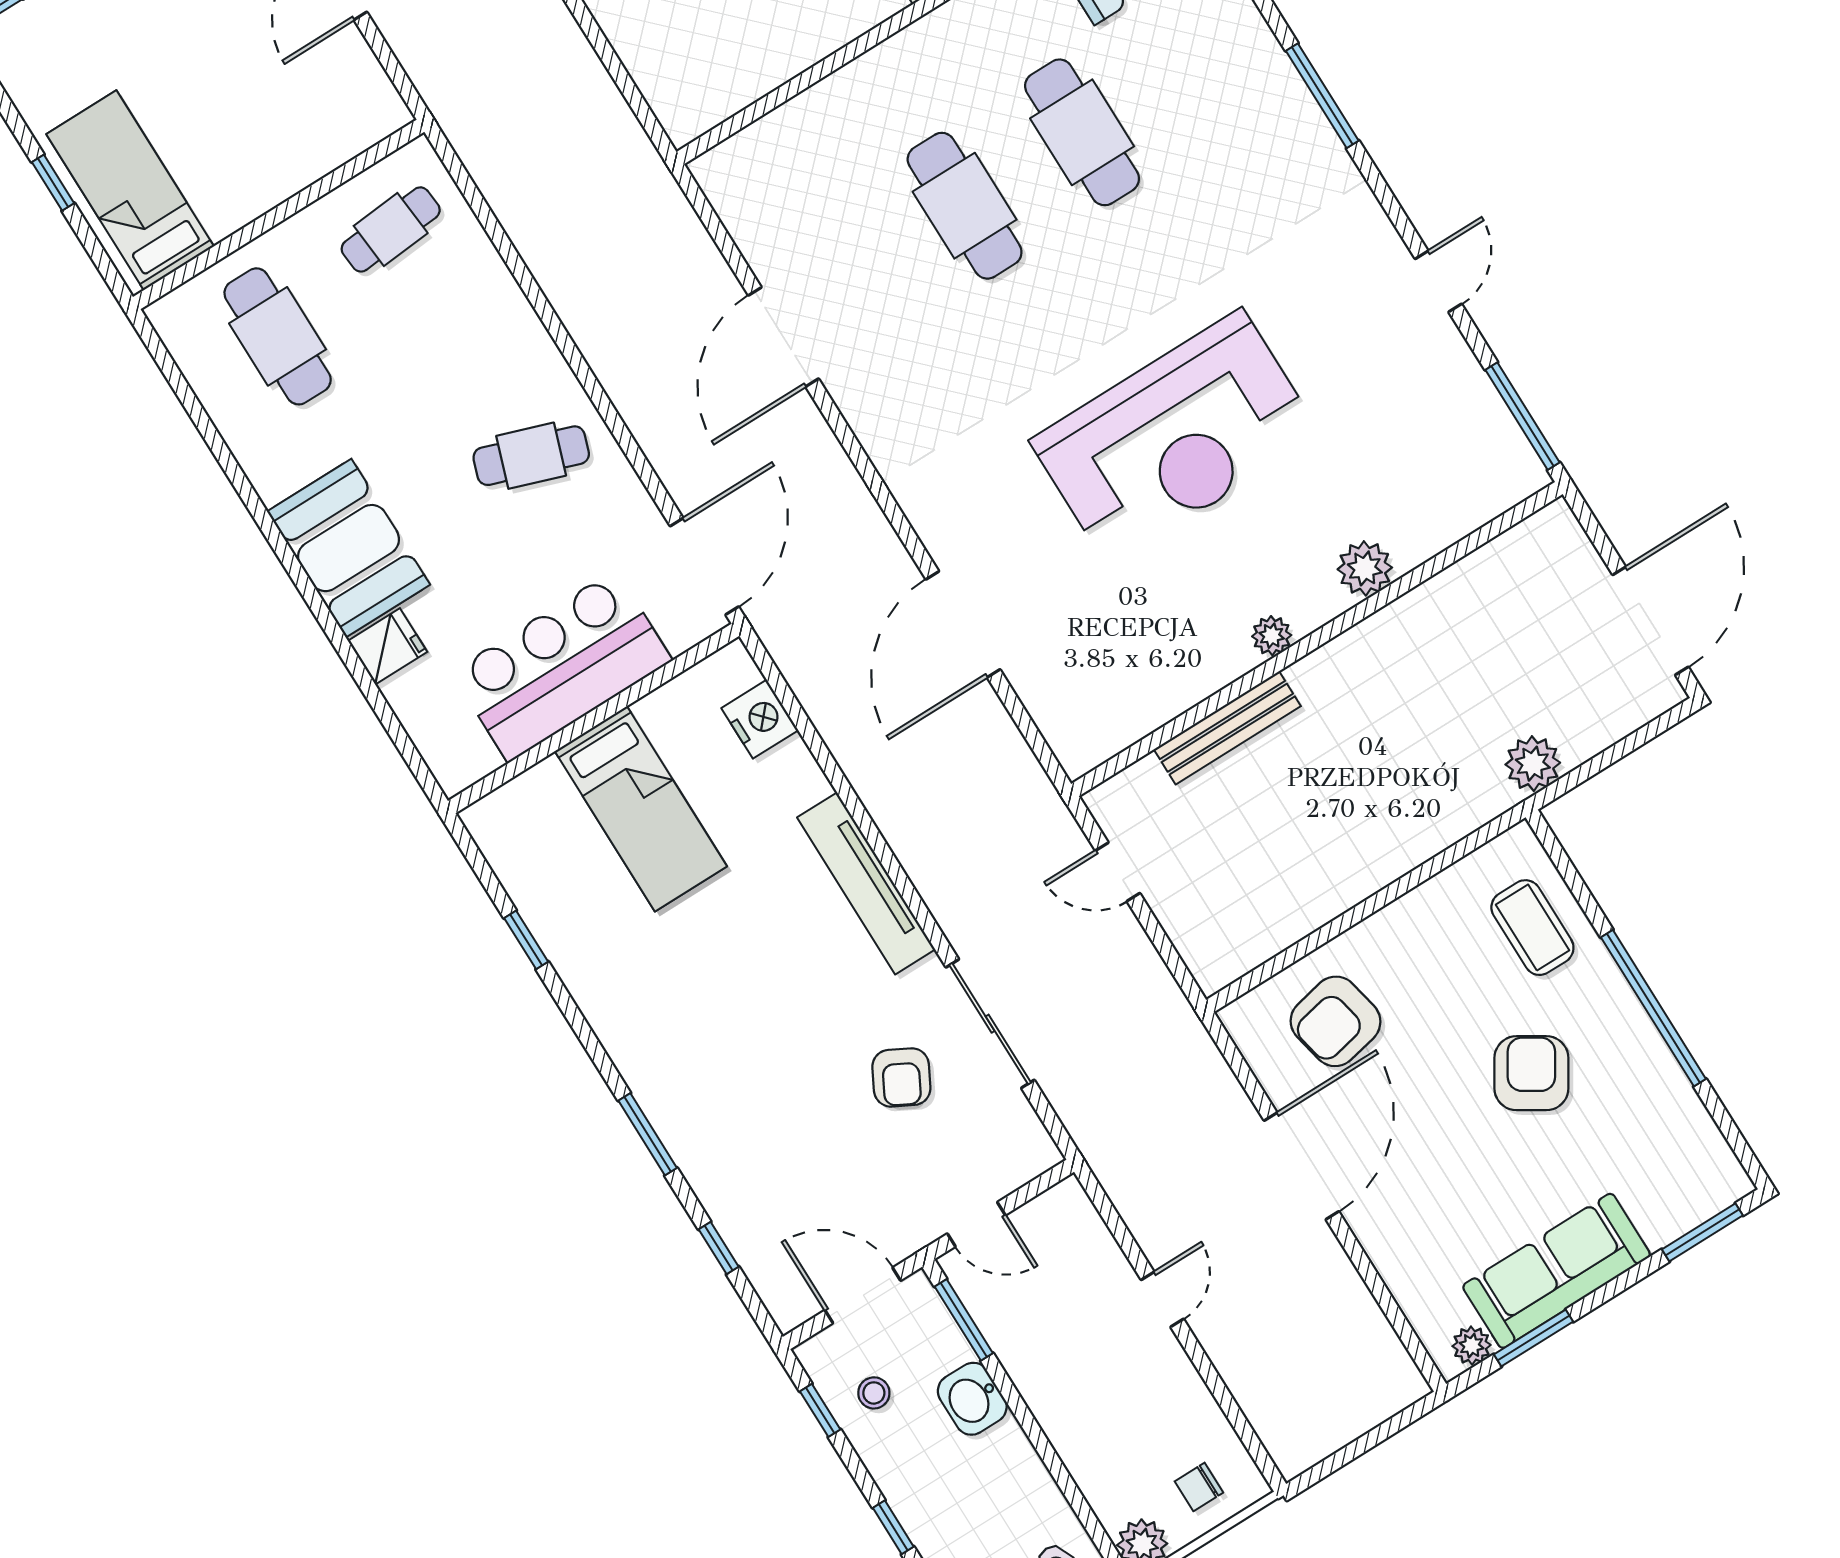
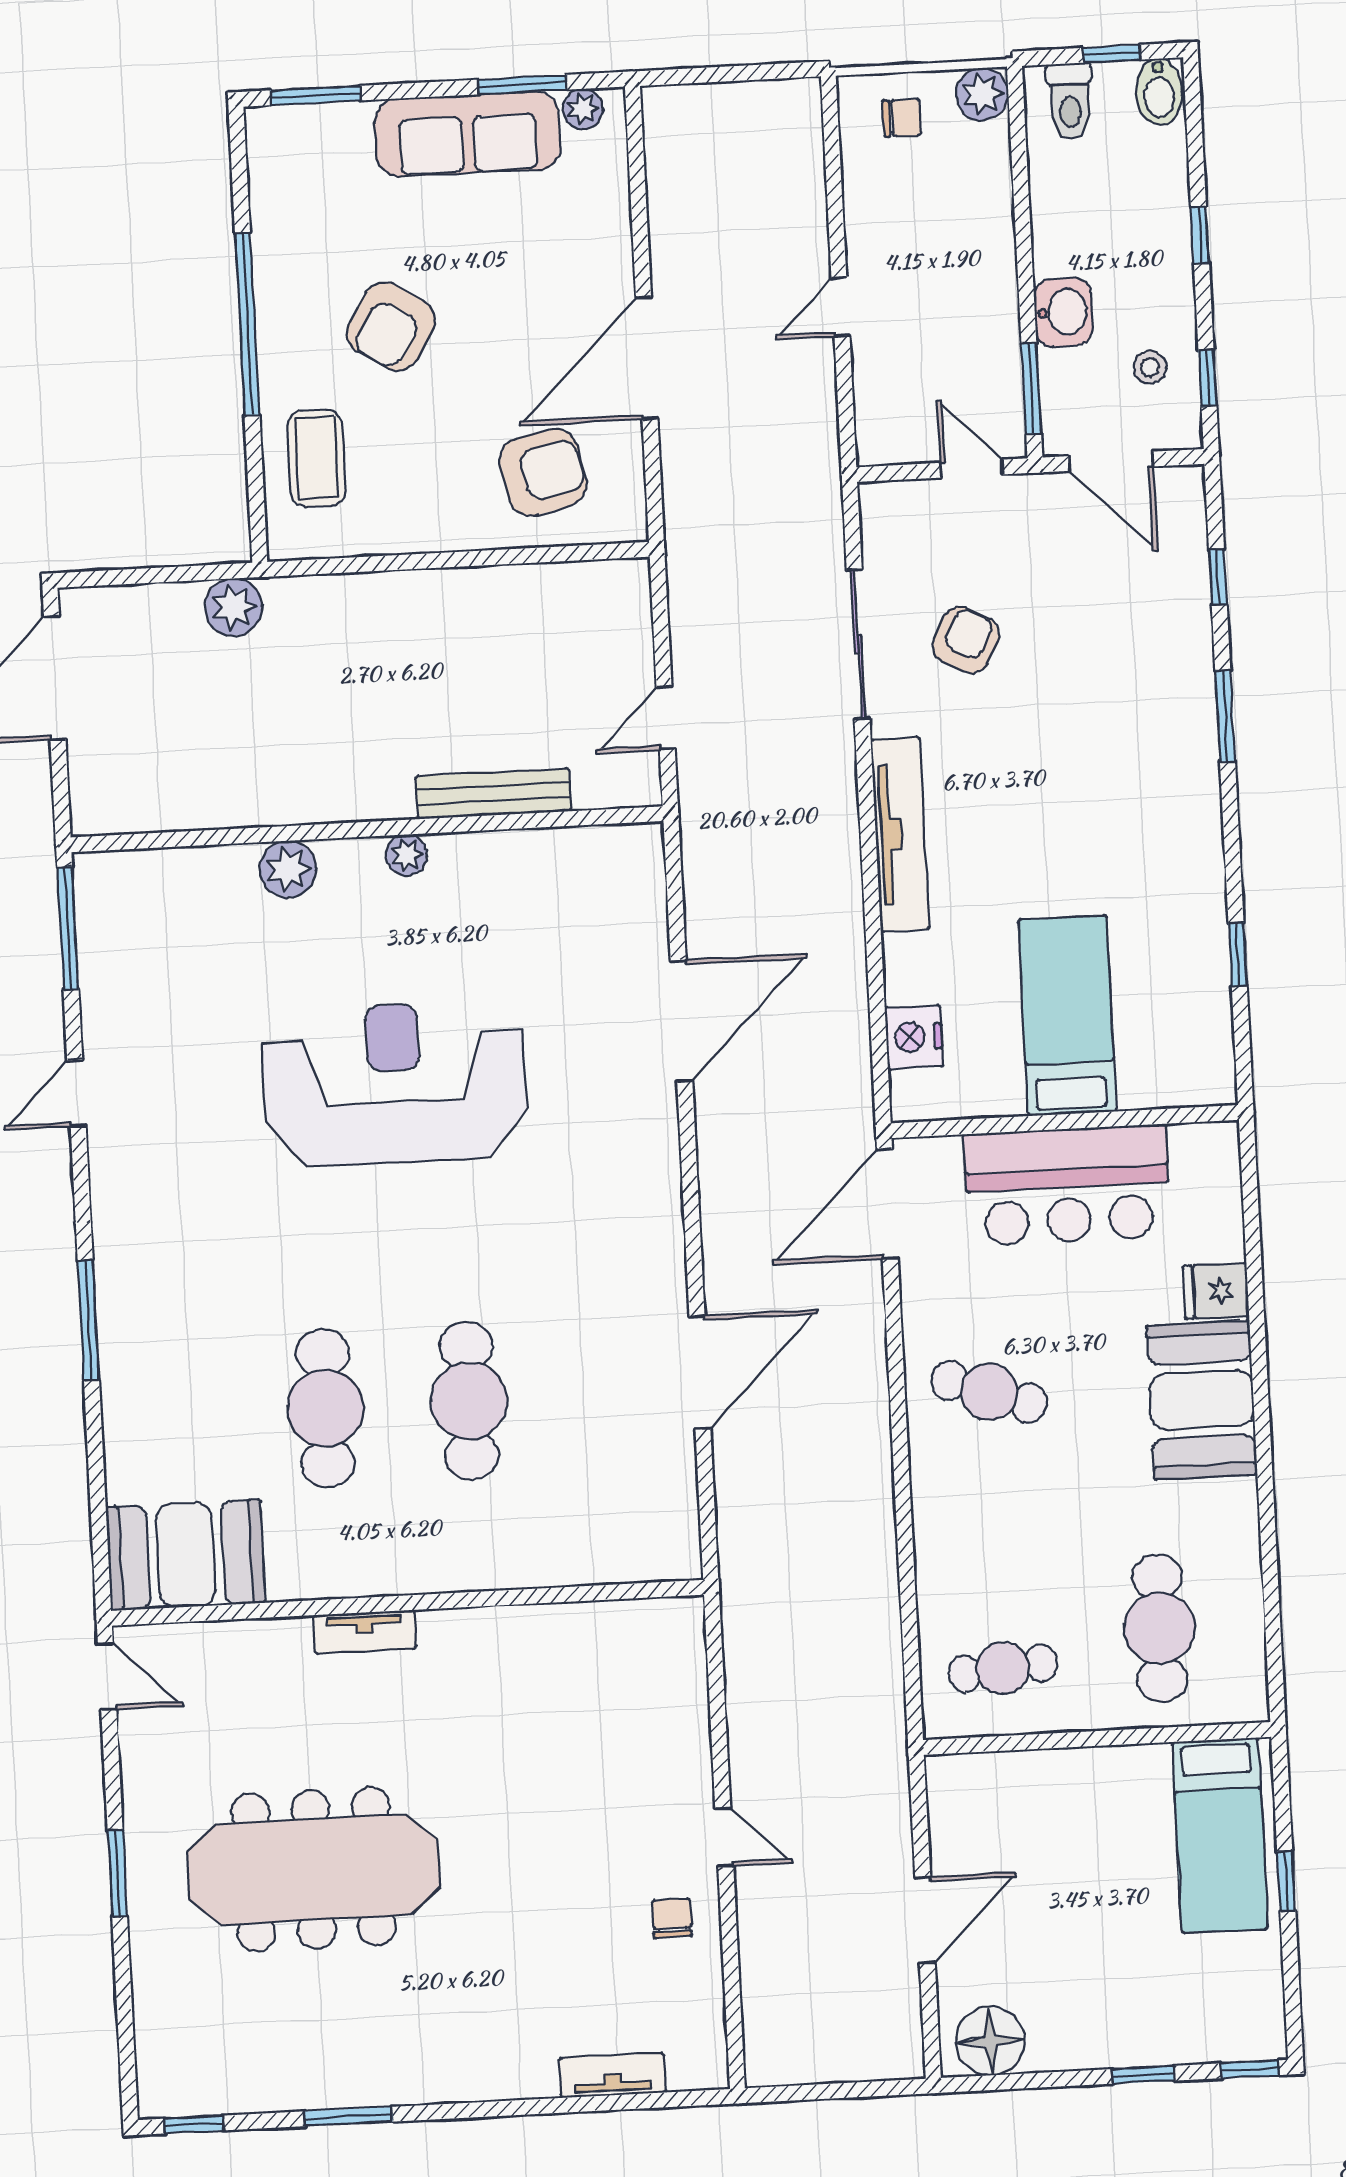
door: (1118, 872) -> (666, 718), swing flipped

